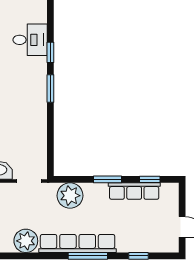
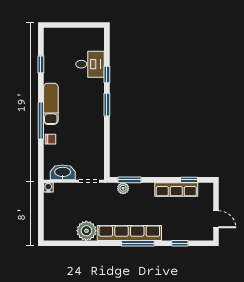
window: (107, 179) -> (129, 180), moved
plant: (70, 196) -> (123, 188), width x0.53, depth x0.53

